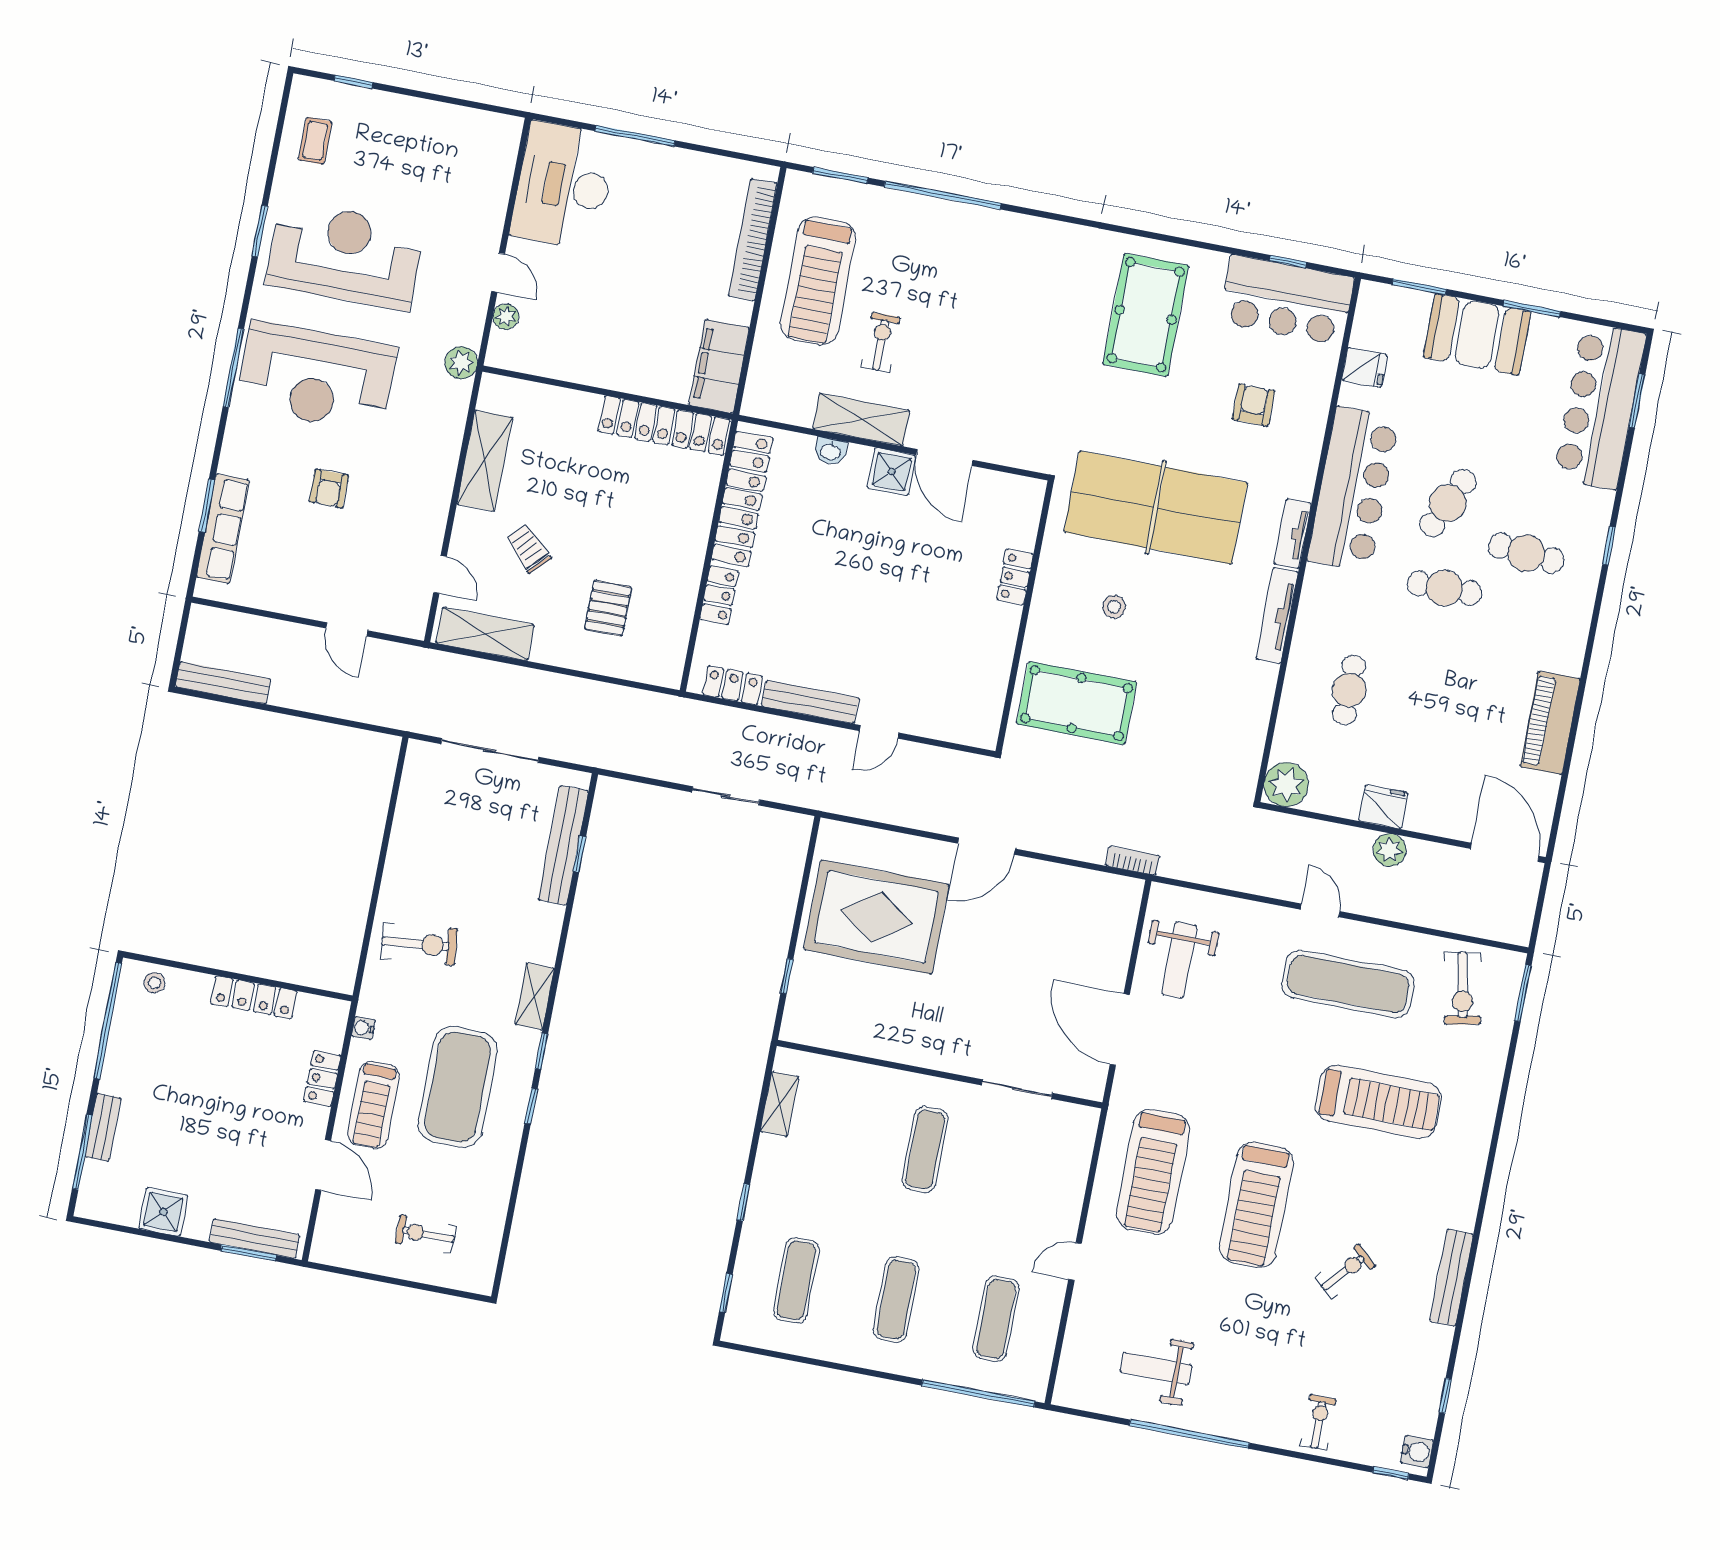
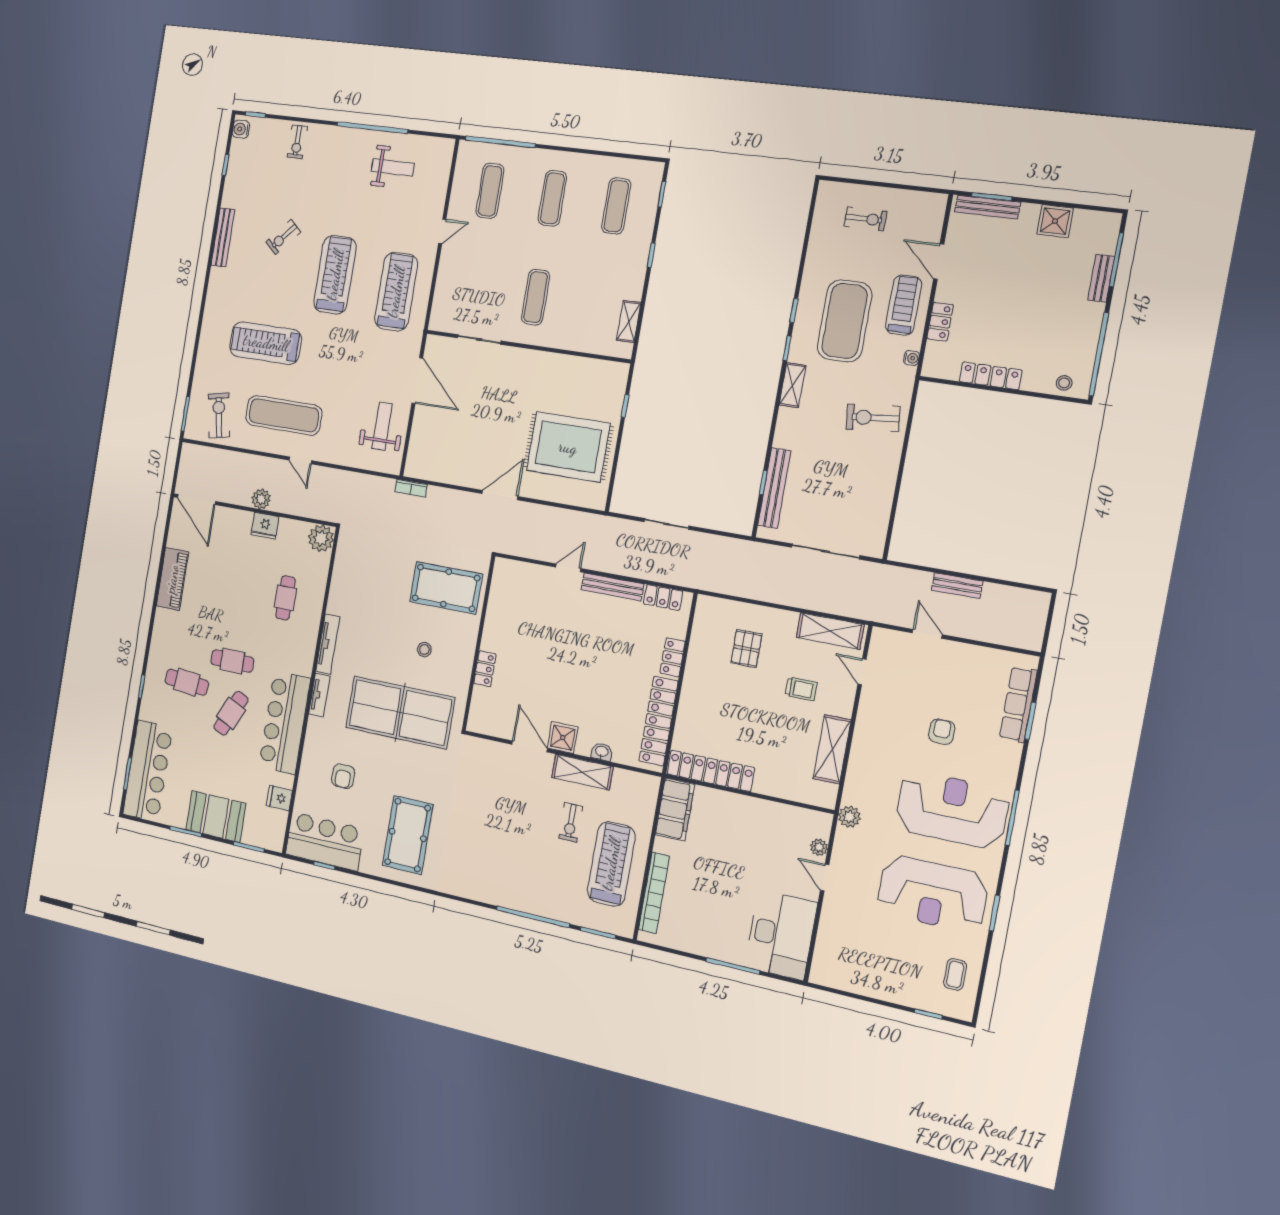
trolley: (528, 549) -> (801, 689), turned -45
bench: (223, 683) -> (957, 586), moved, width x0.73

